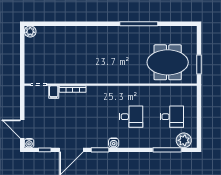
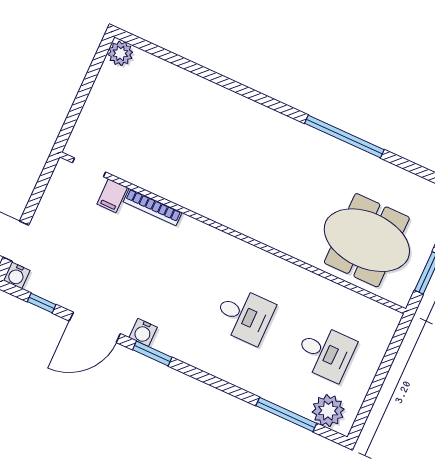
water cooler: (114, 143) -> (143, 332), moved

